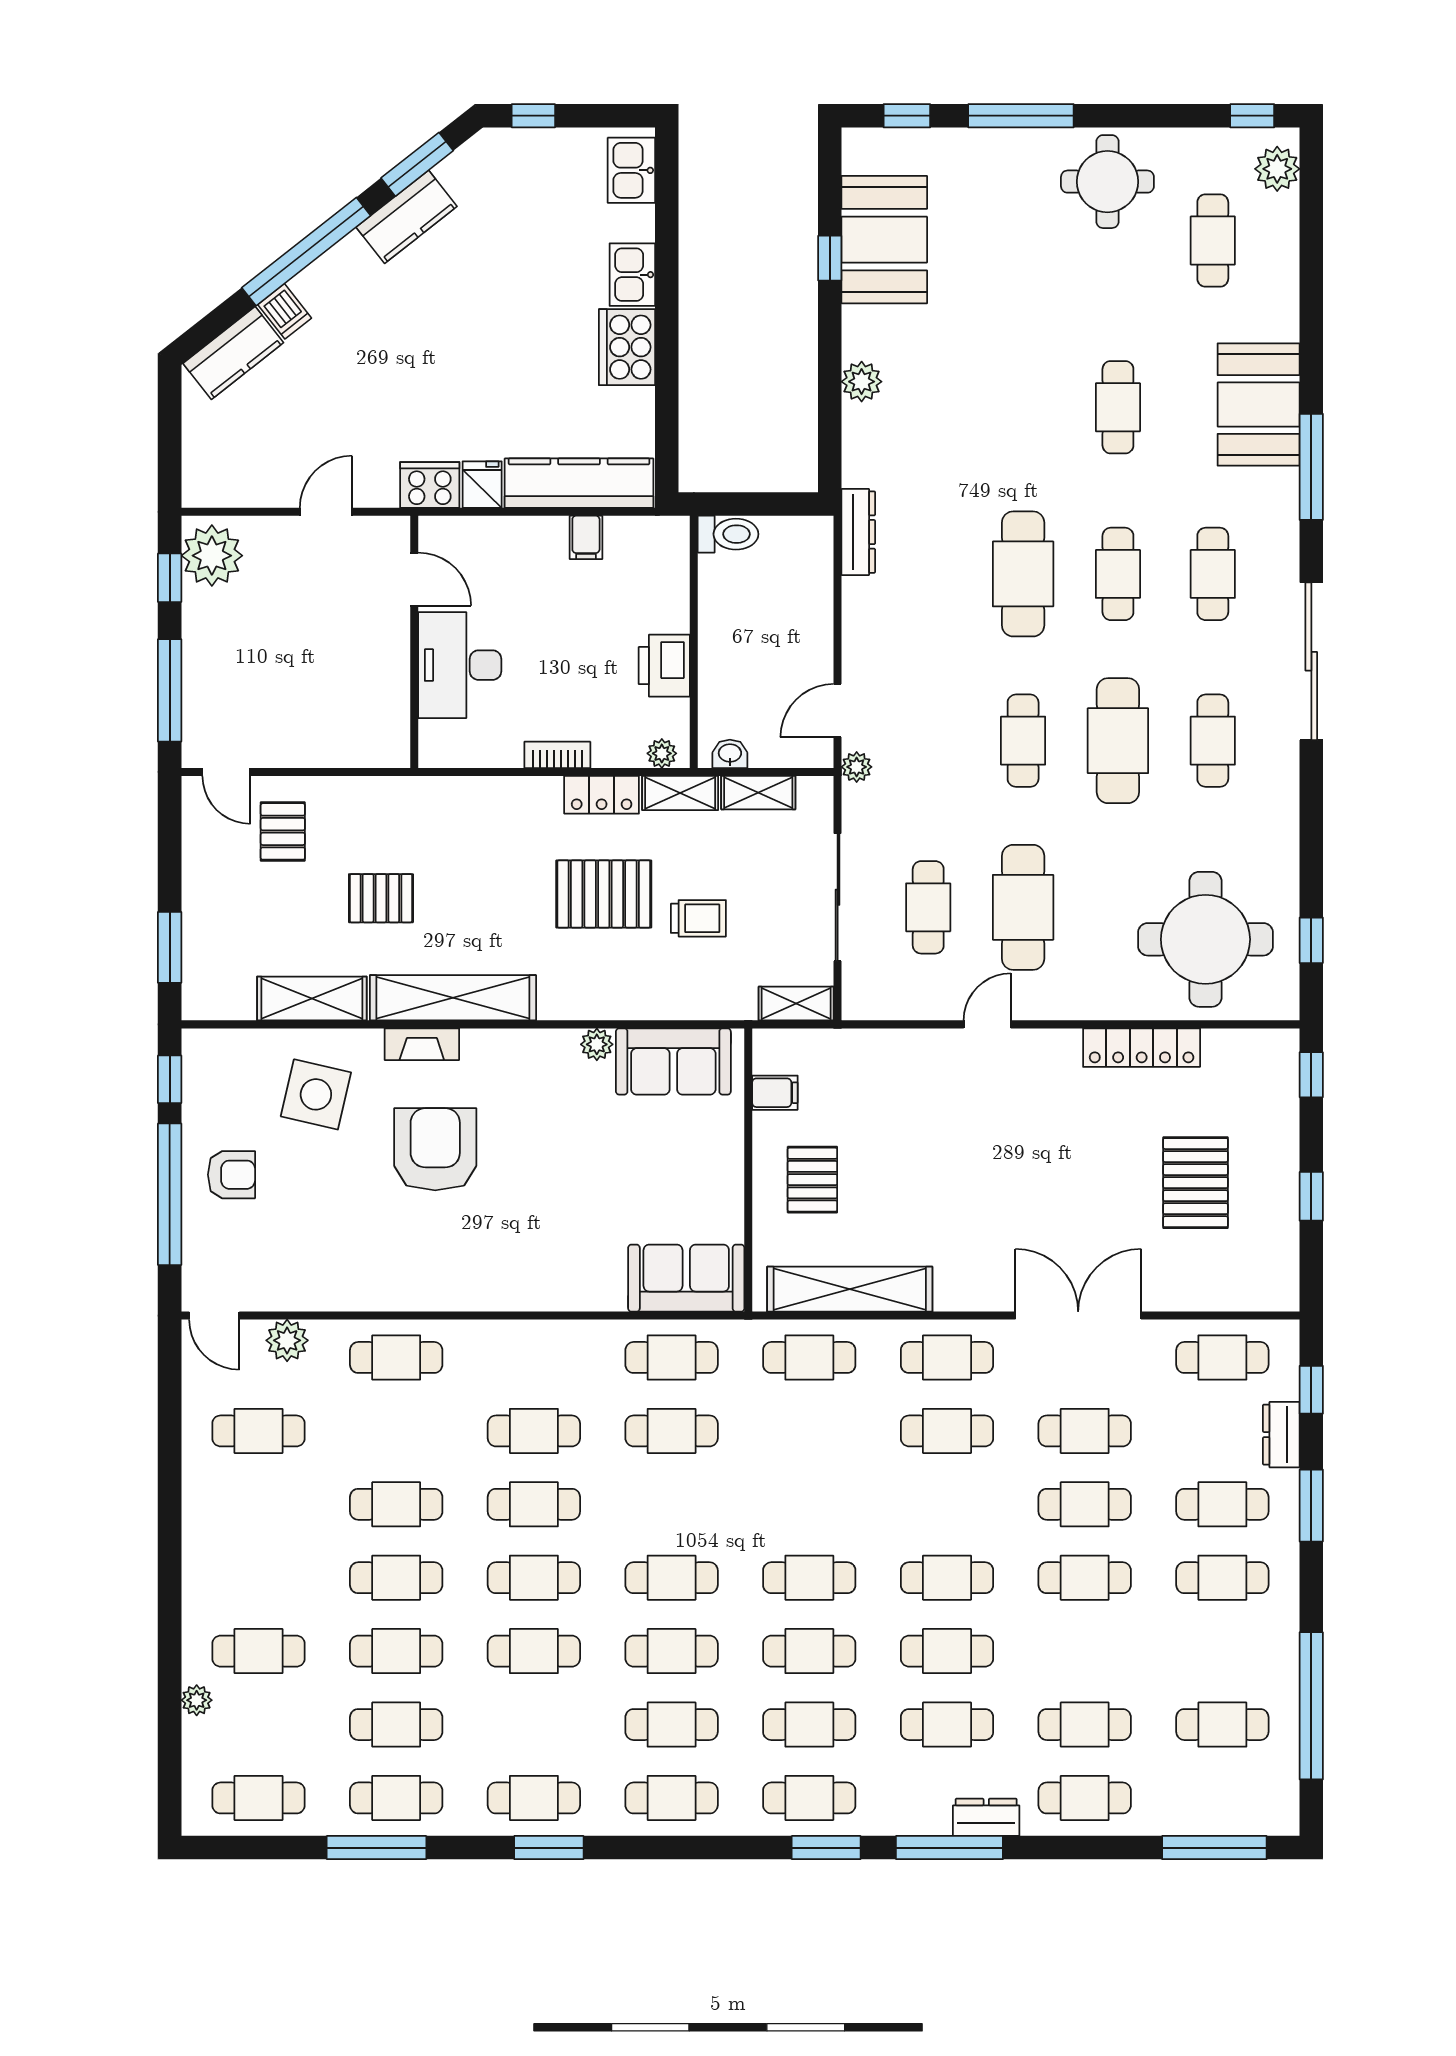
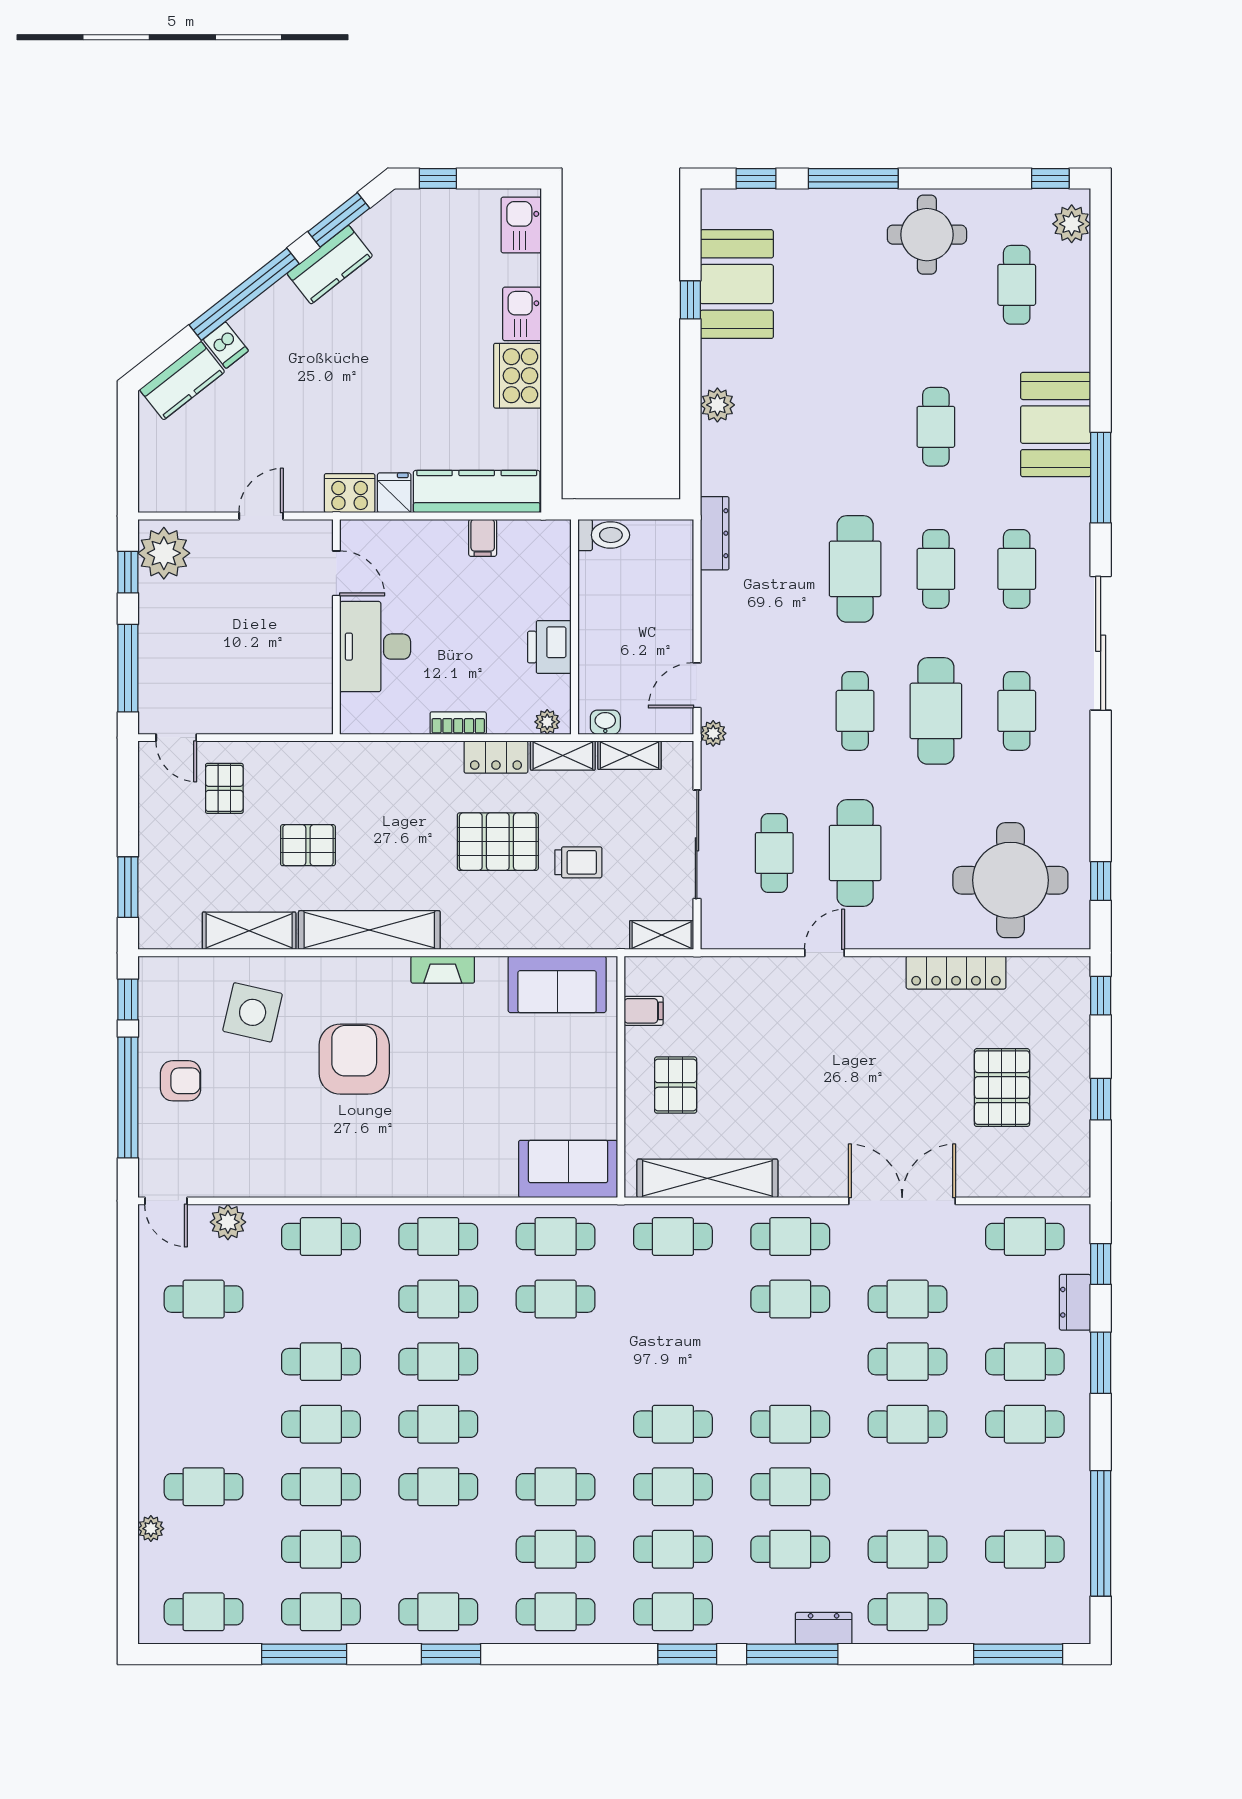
fireplace: (422, 1044) -> (443, 970), moved
plant: (597, 1044) -> (492, 970), removed
cafe table: (672, 1578) -> (438, 1237), moved

